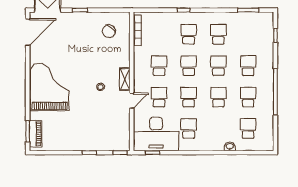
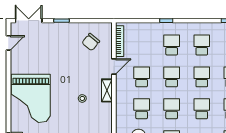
door: (28, 32) -> (8, 43), width x0.53
grand piano: (50, 87) -> (31, 98), turned 180
door: (132, 101) -> (114, 66), moved

